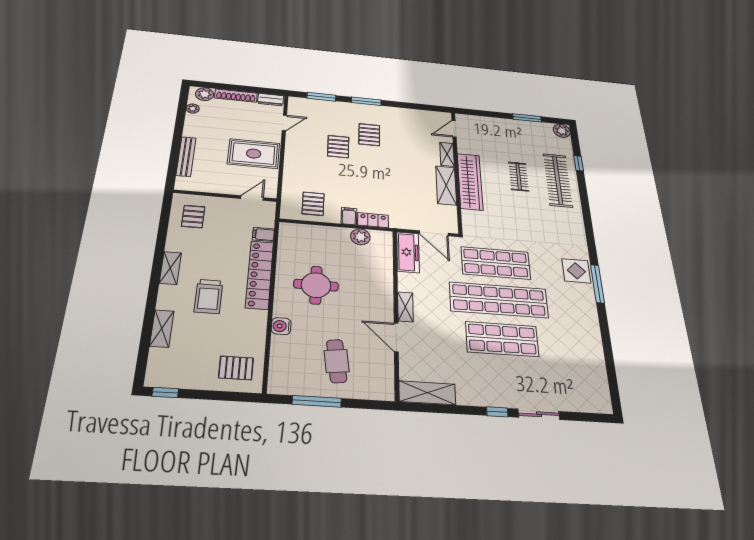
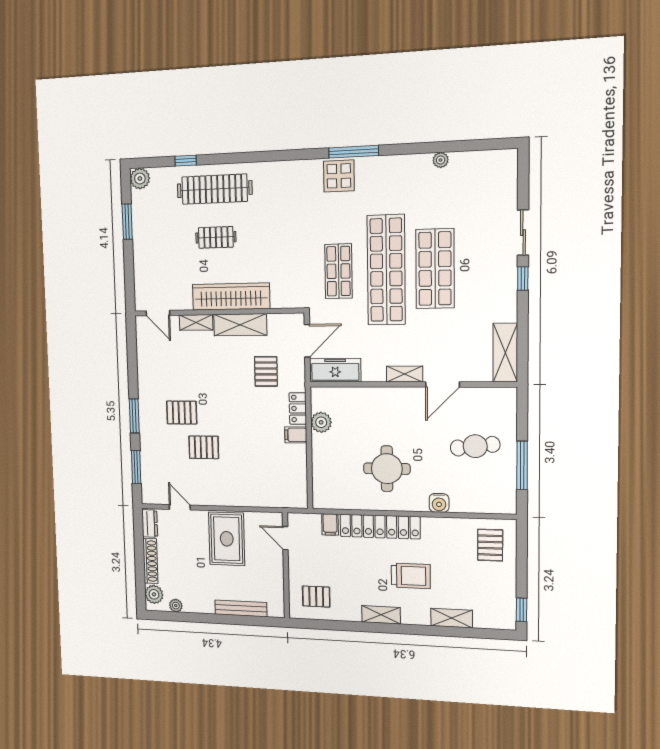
pallet: (313, 204) -> (266, 371), moved, turned 90
shop shelf: (496, 263) -> (338, 271), width x0.70, depth x0.74
plant: (597, 350) -> (441, 160), added

